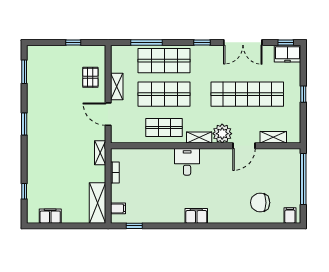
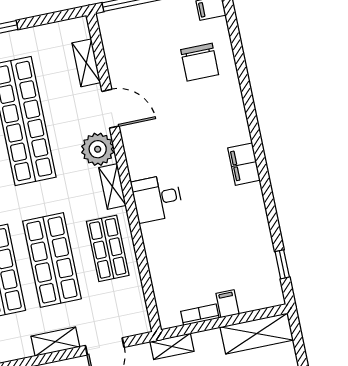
filing cabinet: (118, 208) -> (227, 304), moved

